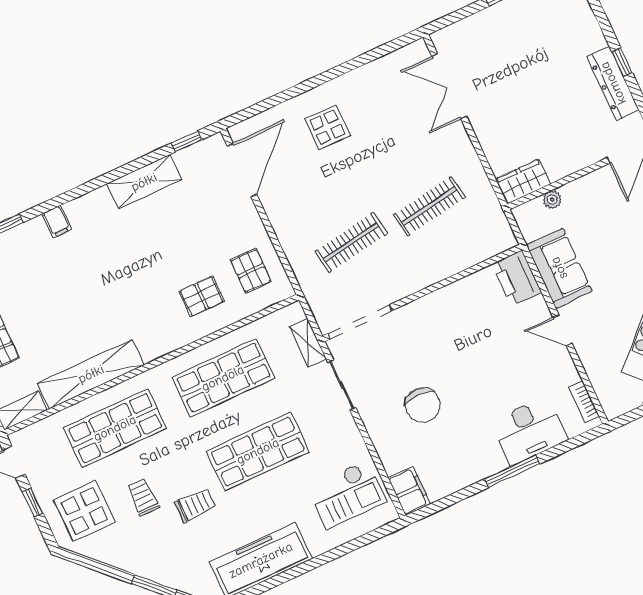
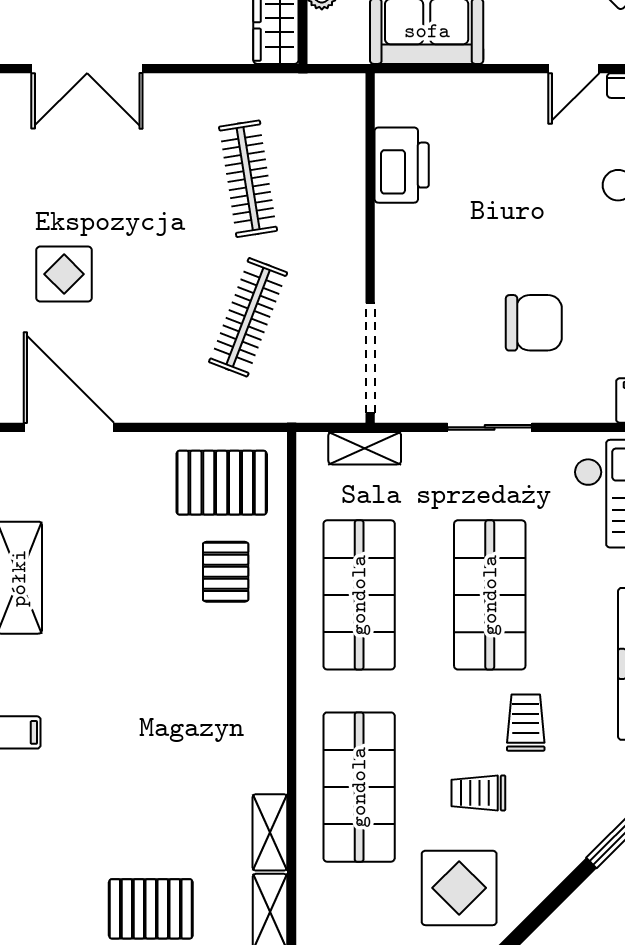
clothes rail: (351, 242) -> (248, 317), turned 30
pallet: (251, 271) -> (222, 483), width x1.50, depth x1.42
printer: (517, 278) -> (402, 165), moved, turned -90
door: (562, 330) -> (574, 69), moved
shelving: (91, 374) -> (270, 832), width x0.45, depth x0.75
sliding door: (342, 385) -> (490, 427), moved

